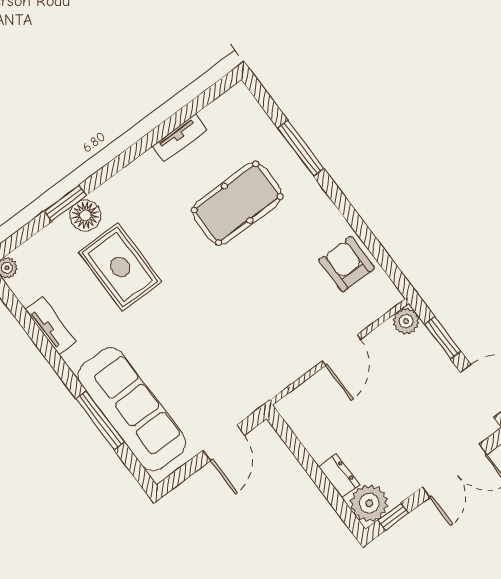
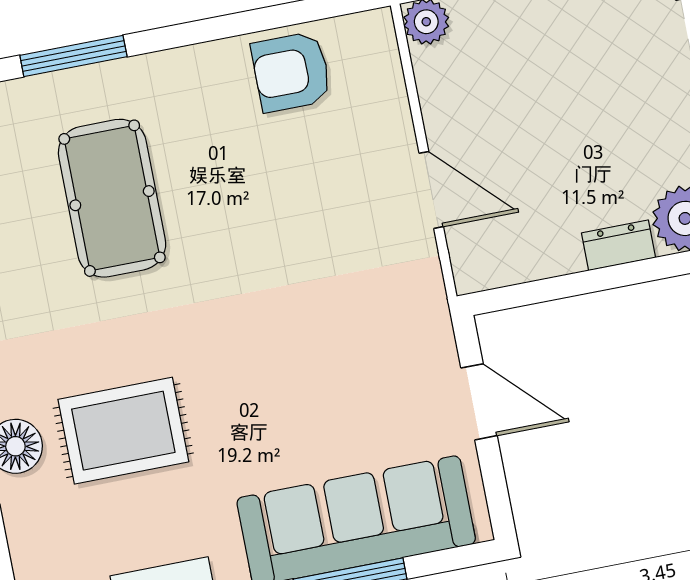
door: (341, 350) -> (431, 190), moved

